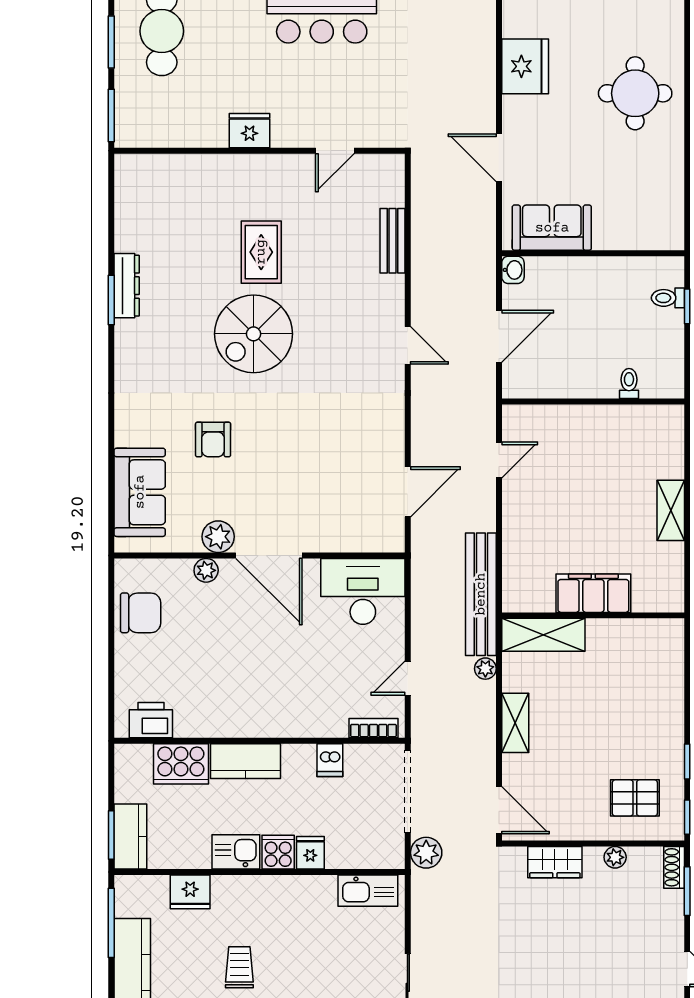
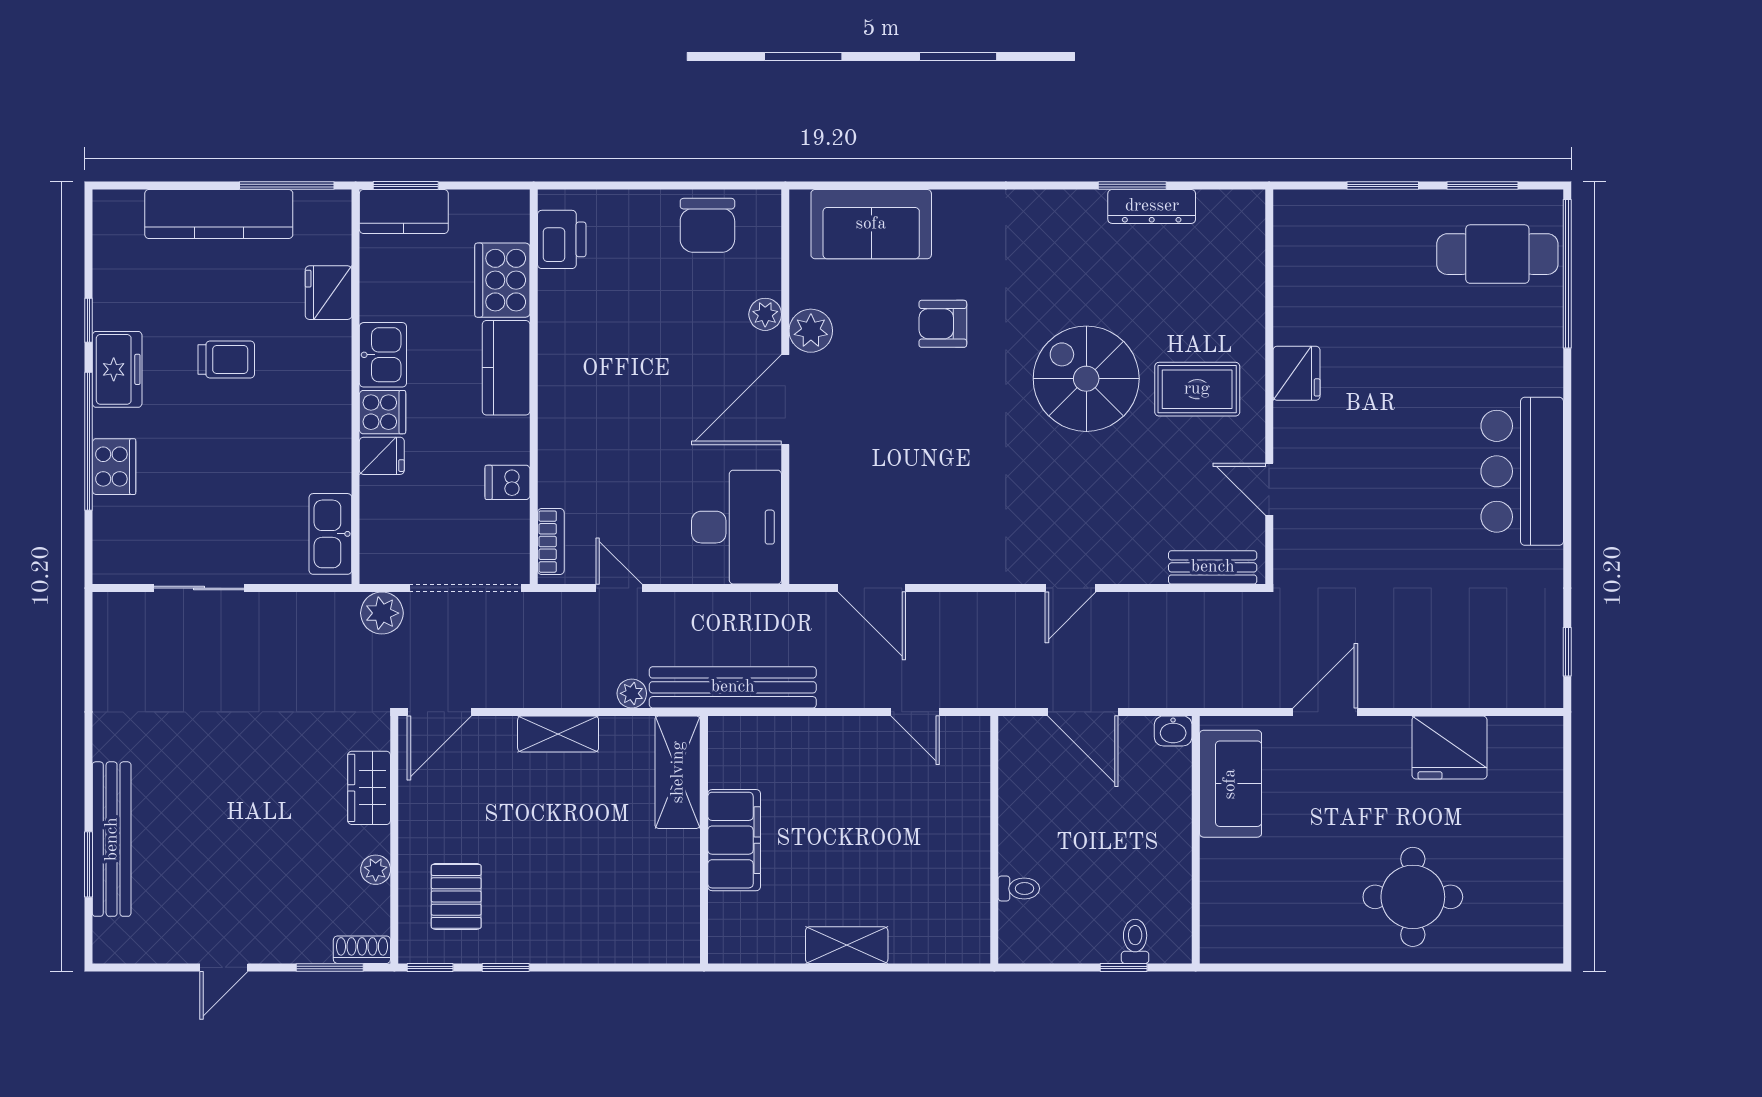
fridge: (249, 131) -> (1296, 373), moved
wall: (259, 151) -> (1269, 387), moved
door: (335, 151) -> (1269, 489), moved

